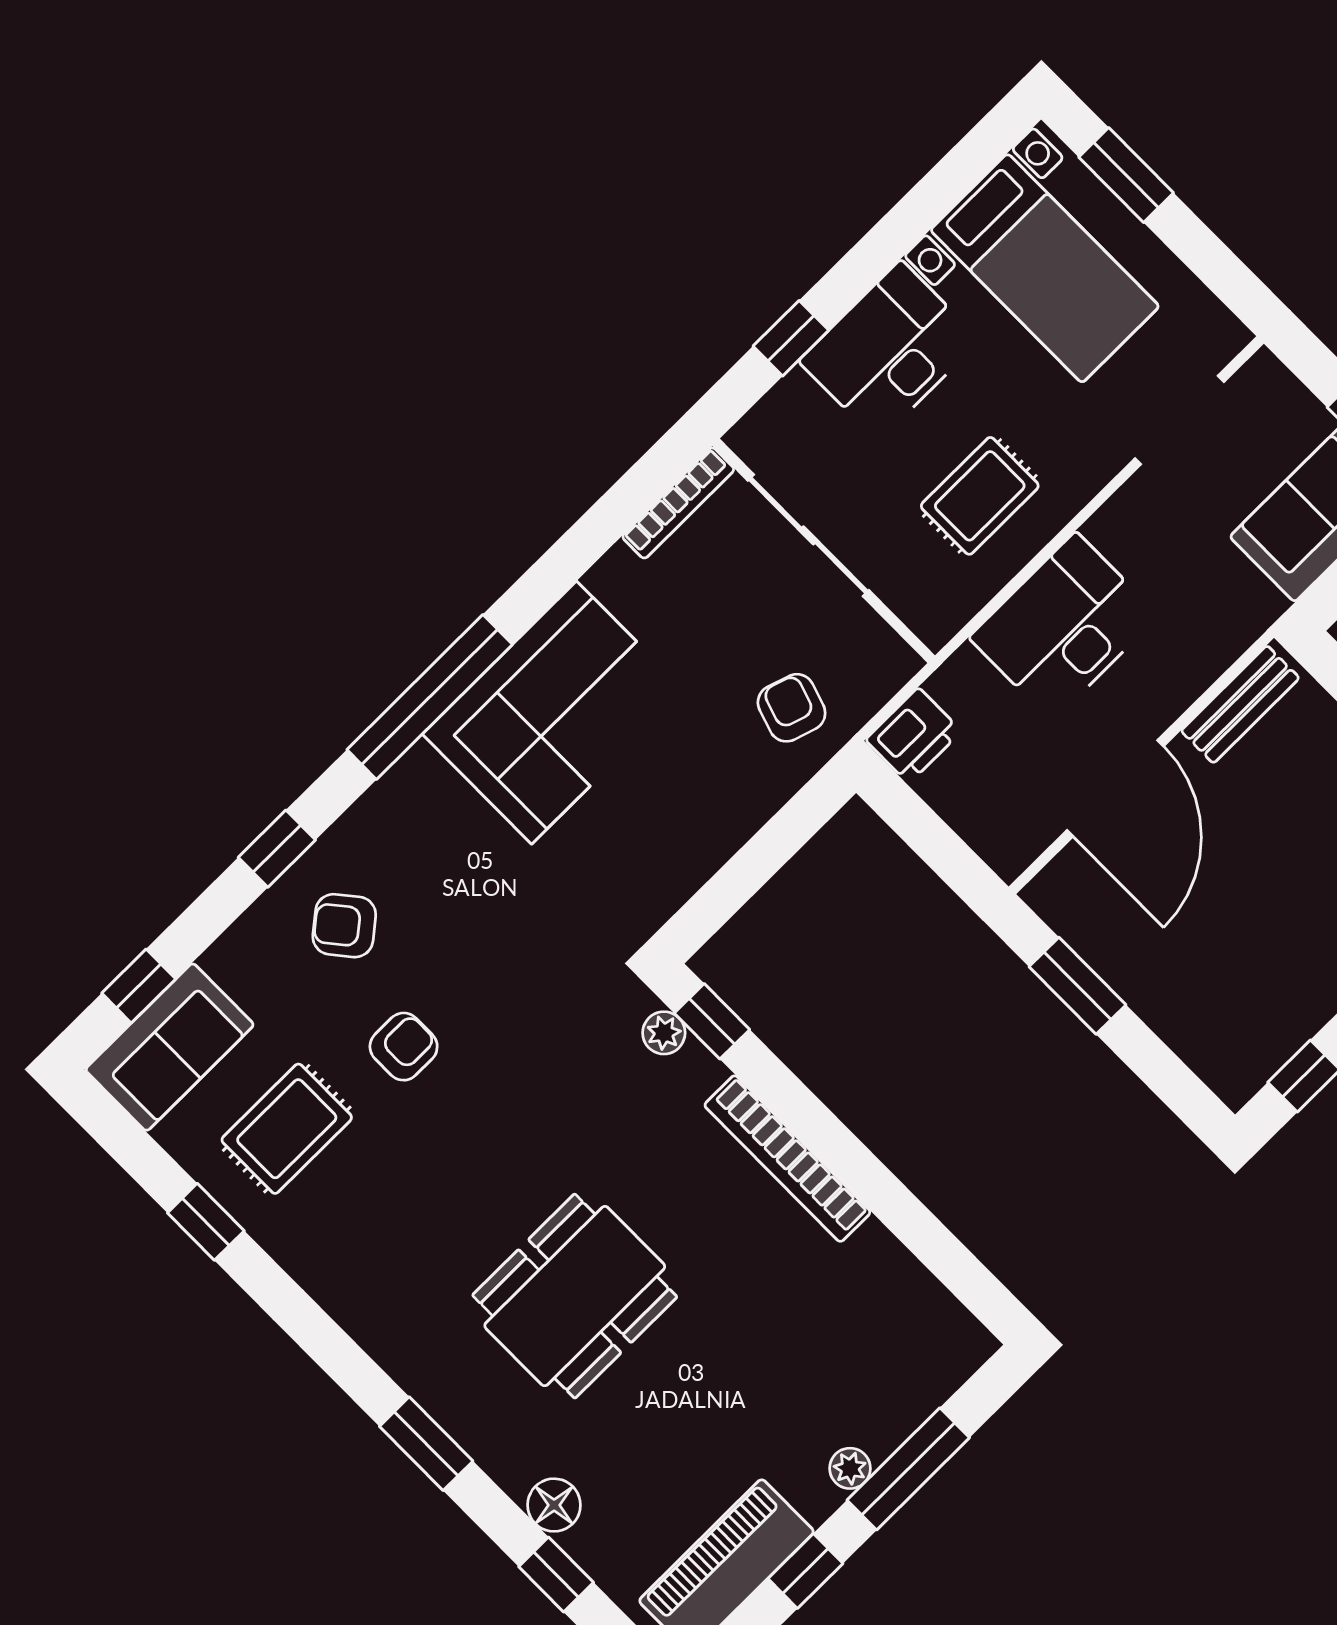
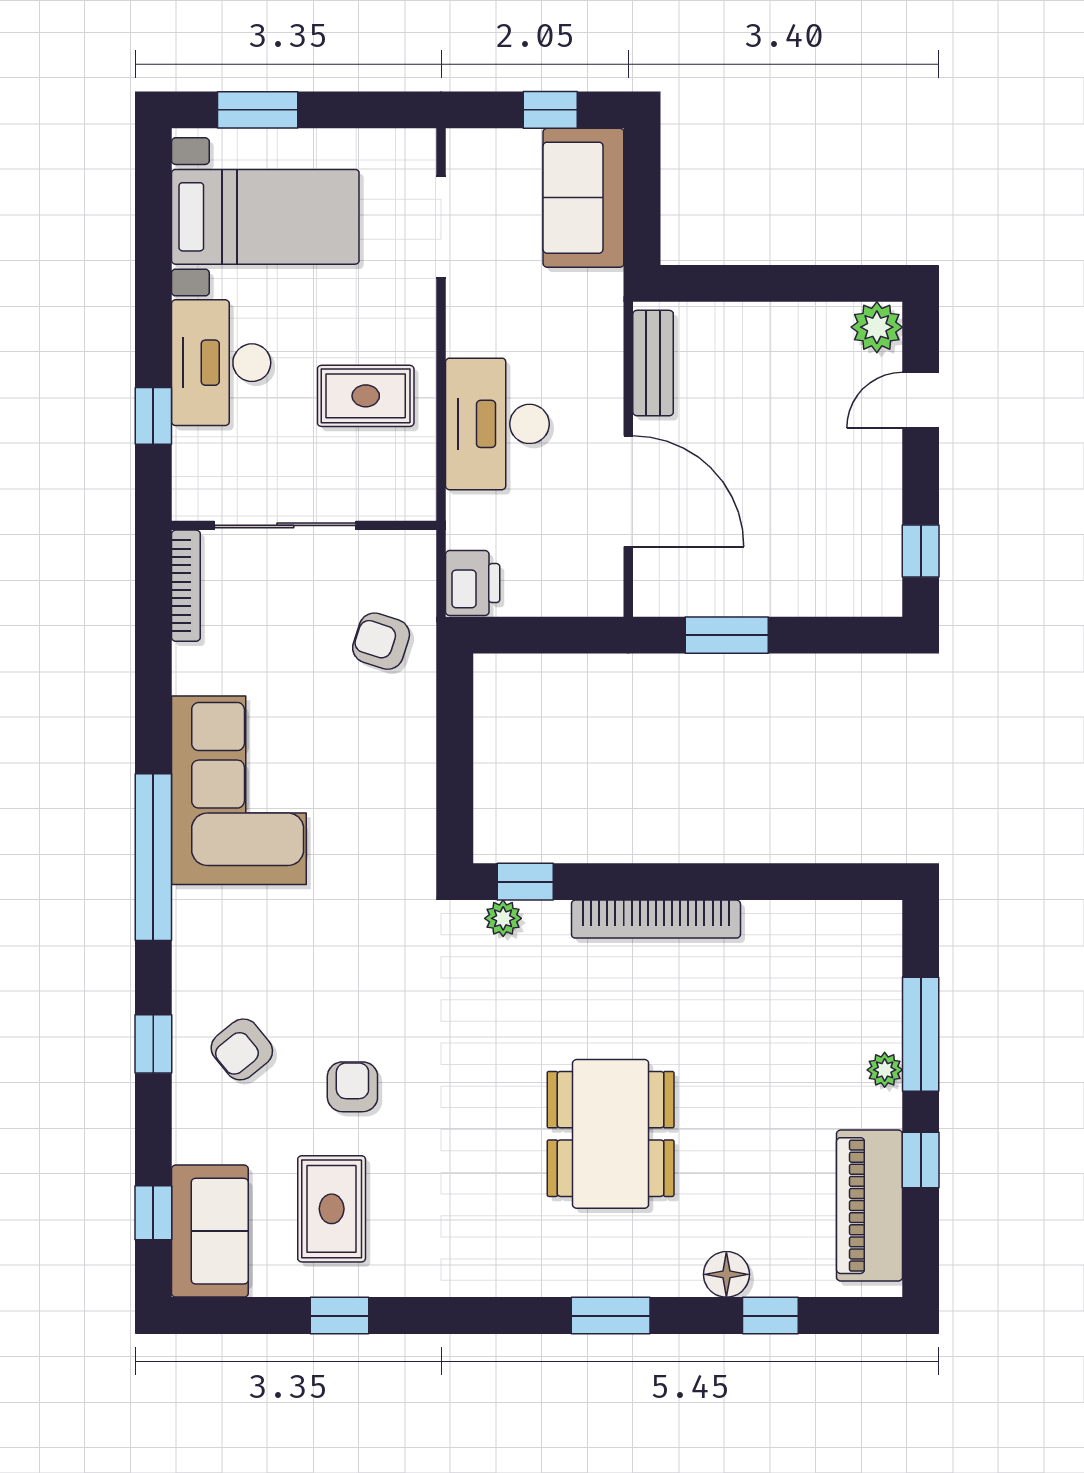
rug: (980, 496) -> (366, 396), turned 90

